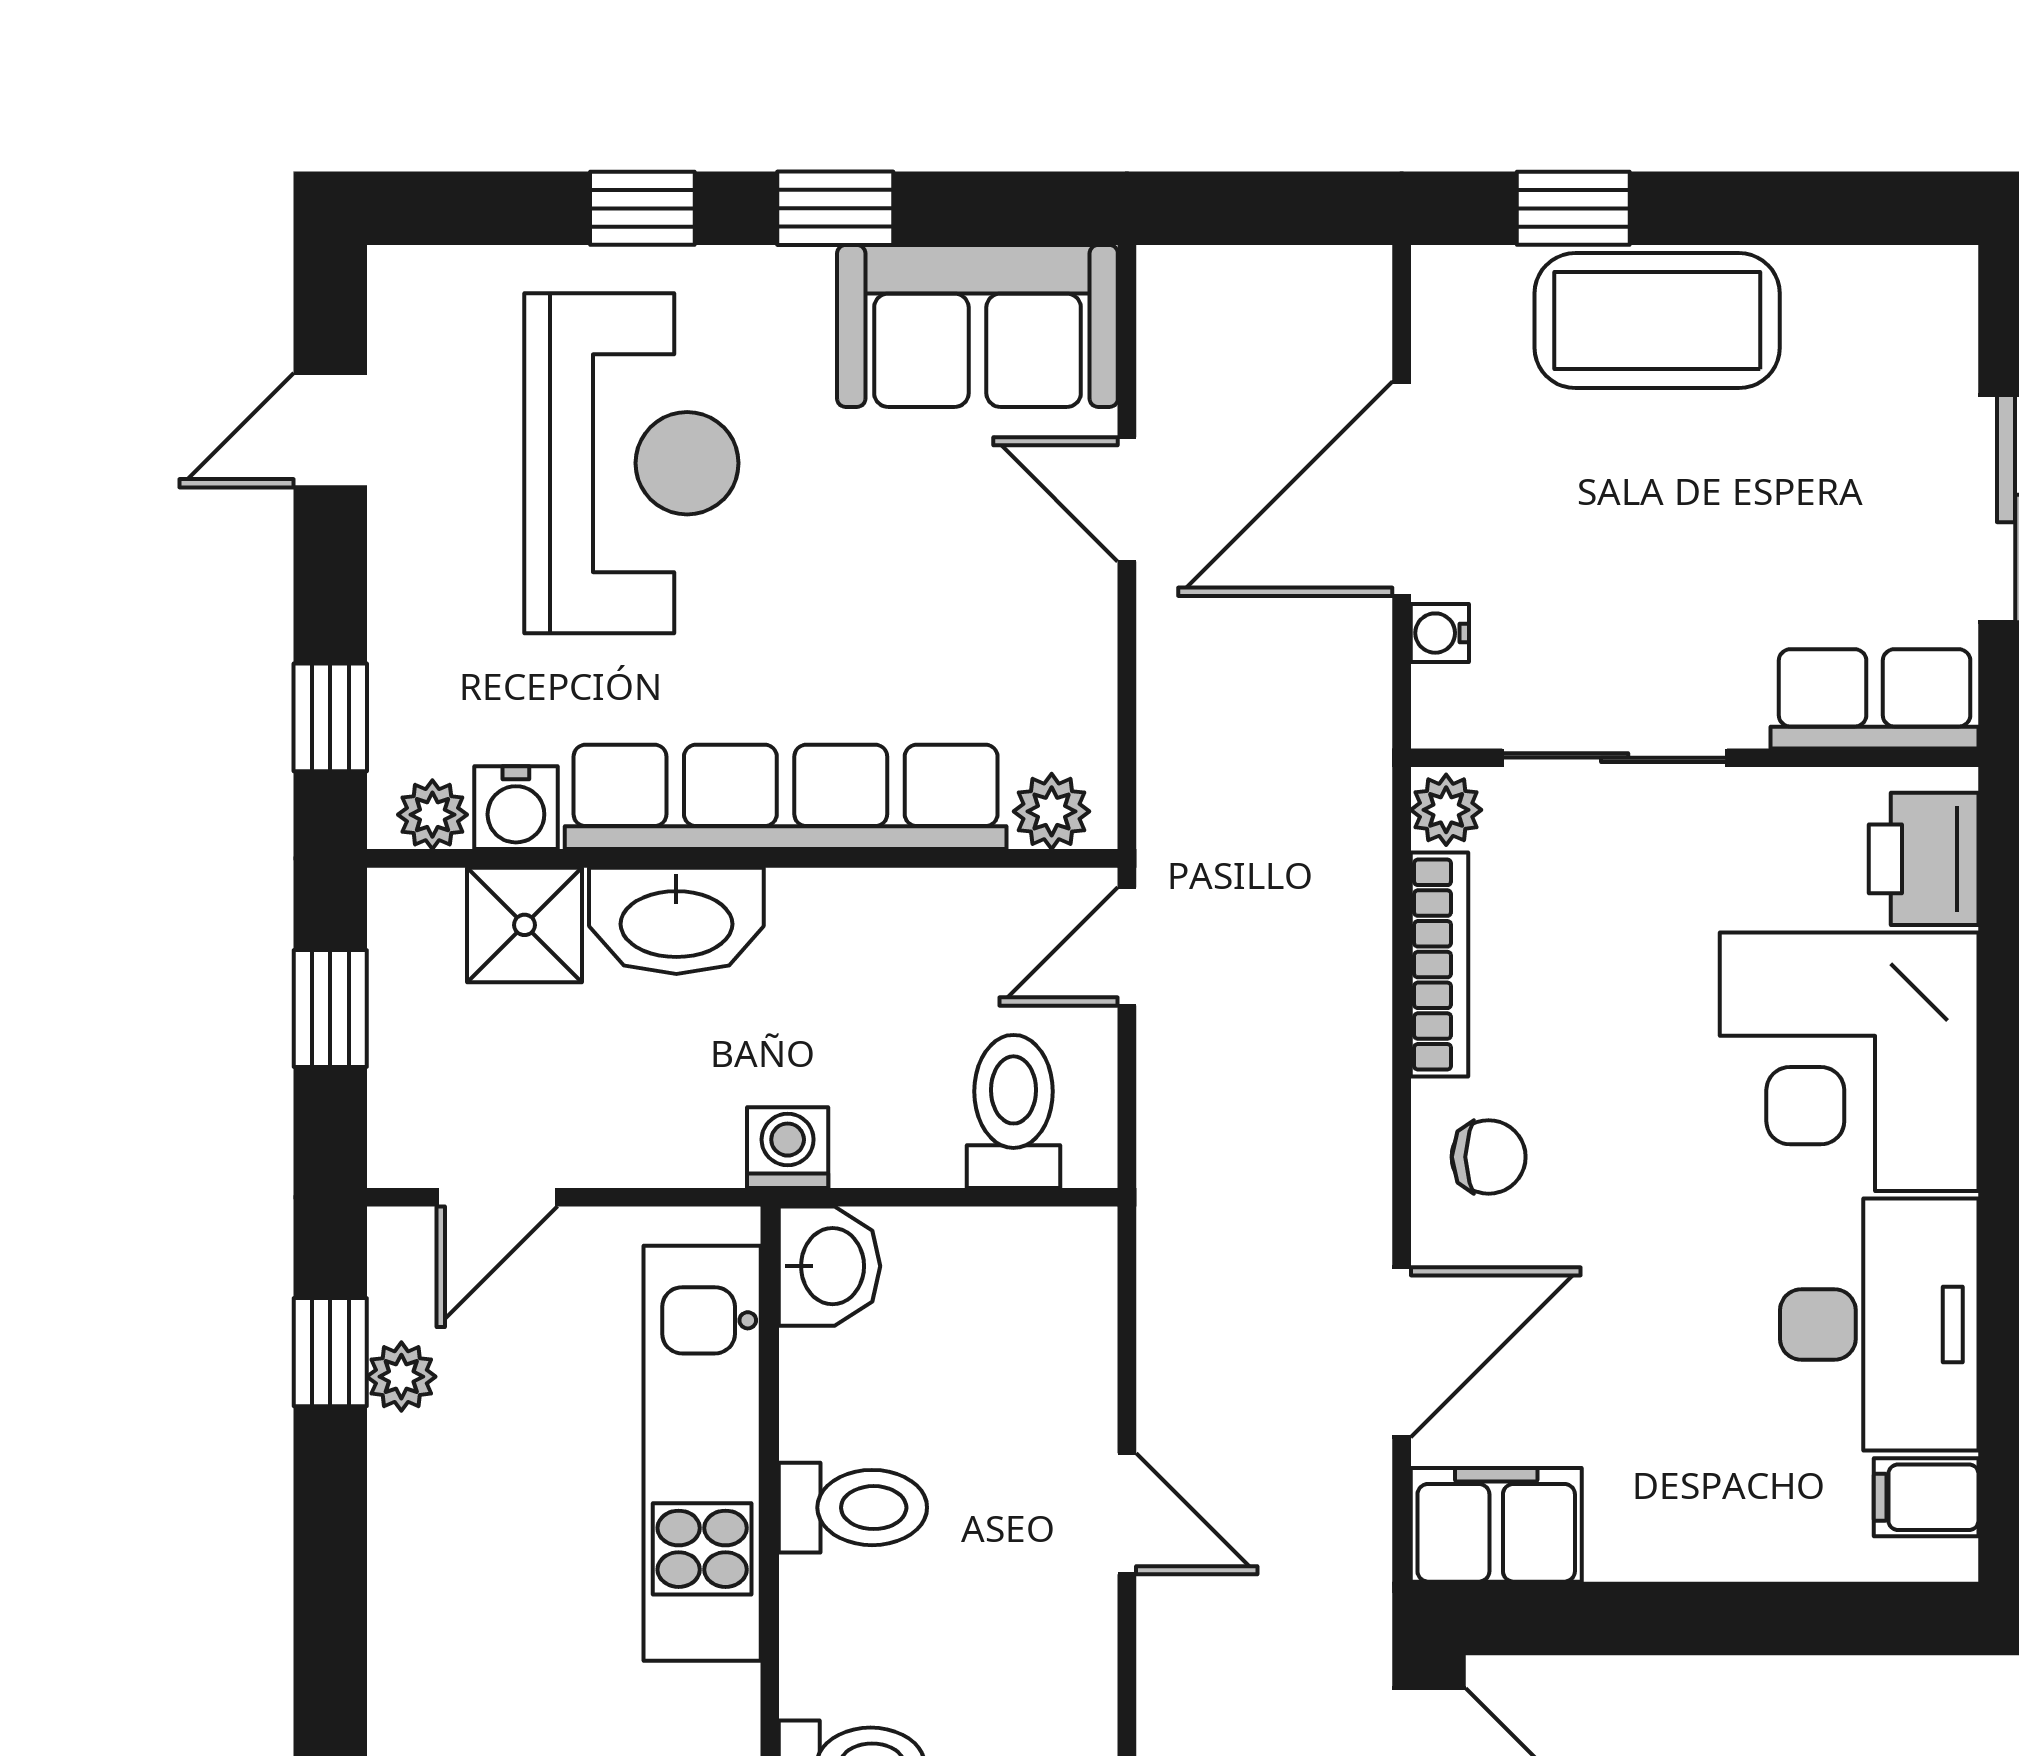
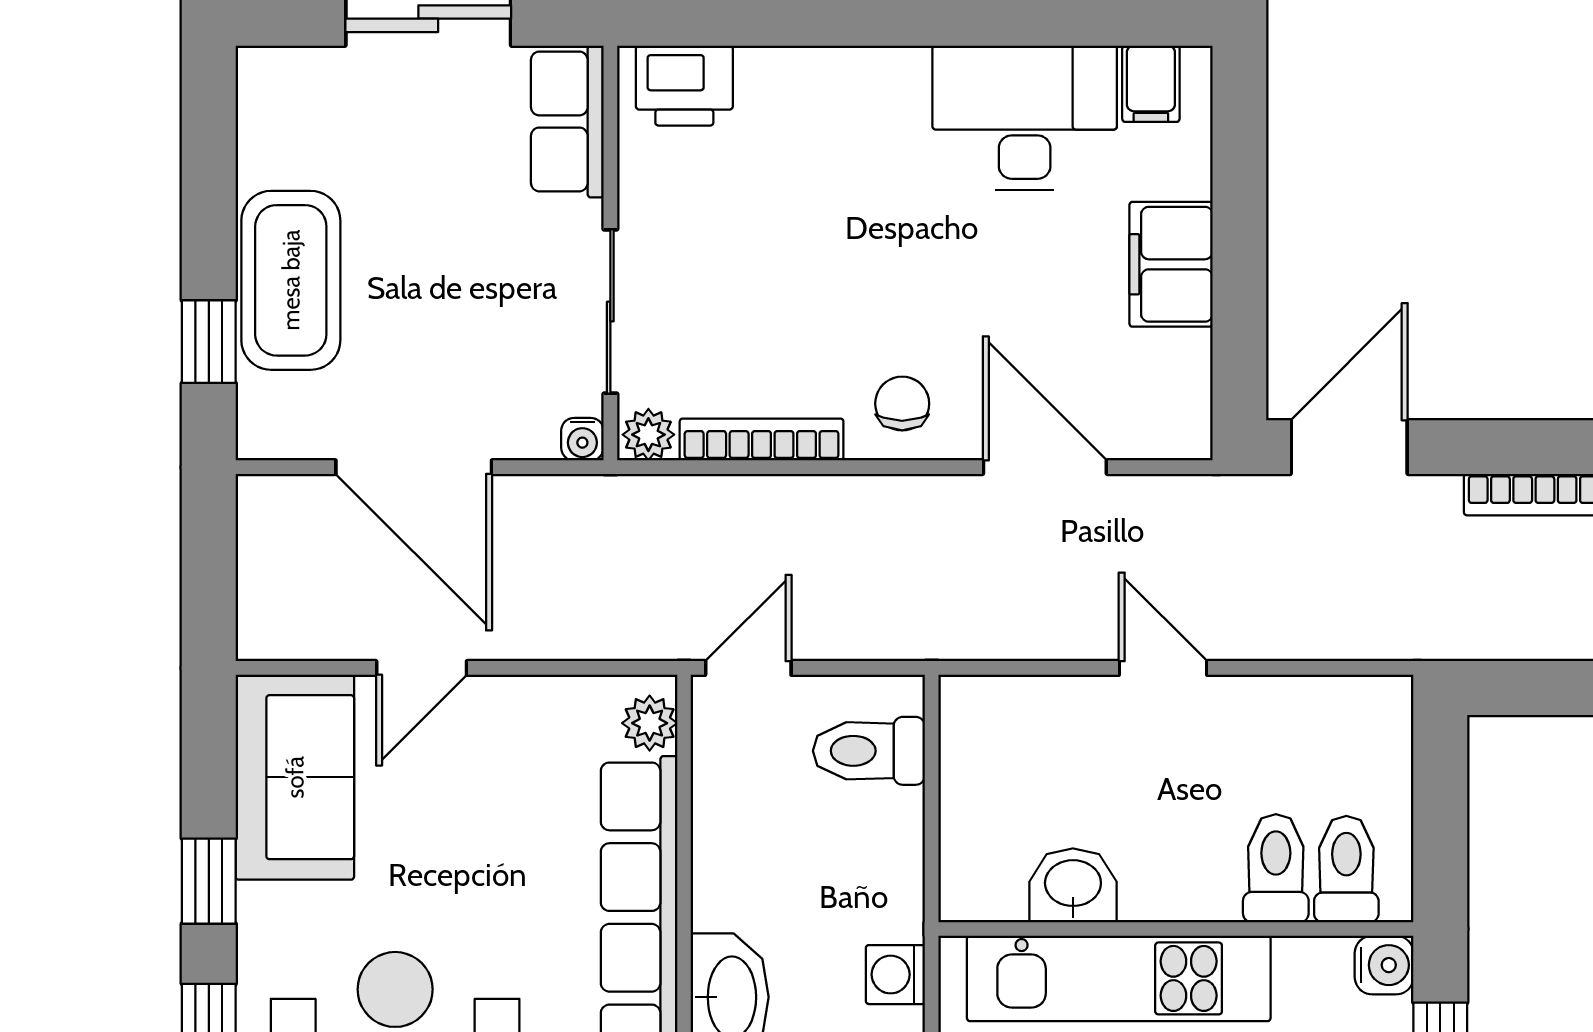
water cooler: (1440, 633) -> (582, 439), moved
door: (1127, 946) -> (748, 668), swing flipped
corner desk: (1849, 1062) -> (833, 140), removed
washing machine: (788, 1148) -> (895, 975), moved
washbasin: (830, 1266) -> (1073, 885), moved
toilet: (853, 1508) -> (1276, 868), moved
door: (1127, 1514) -> (1163, 668), hinge flipped
filing cabinet: (1496, 1525) -> (1171, 264), moved

